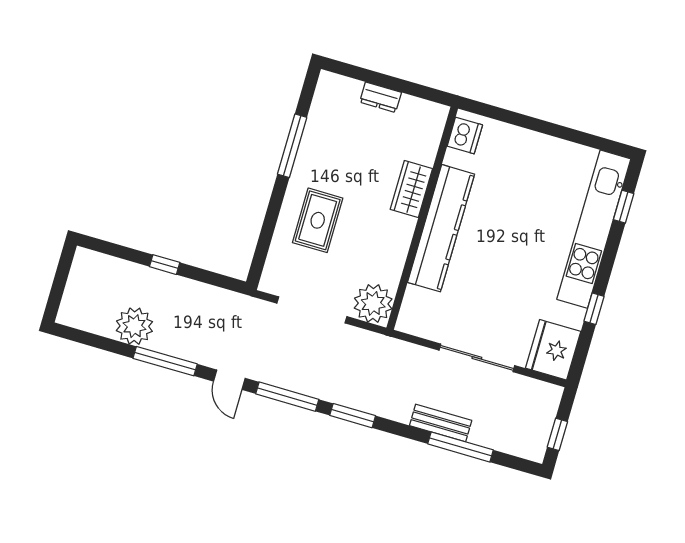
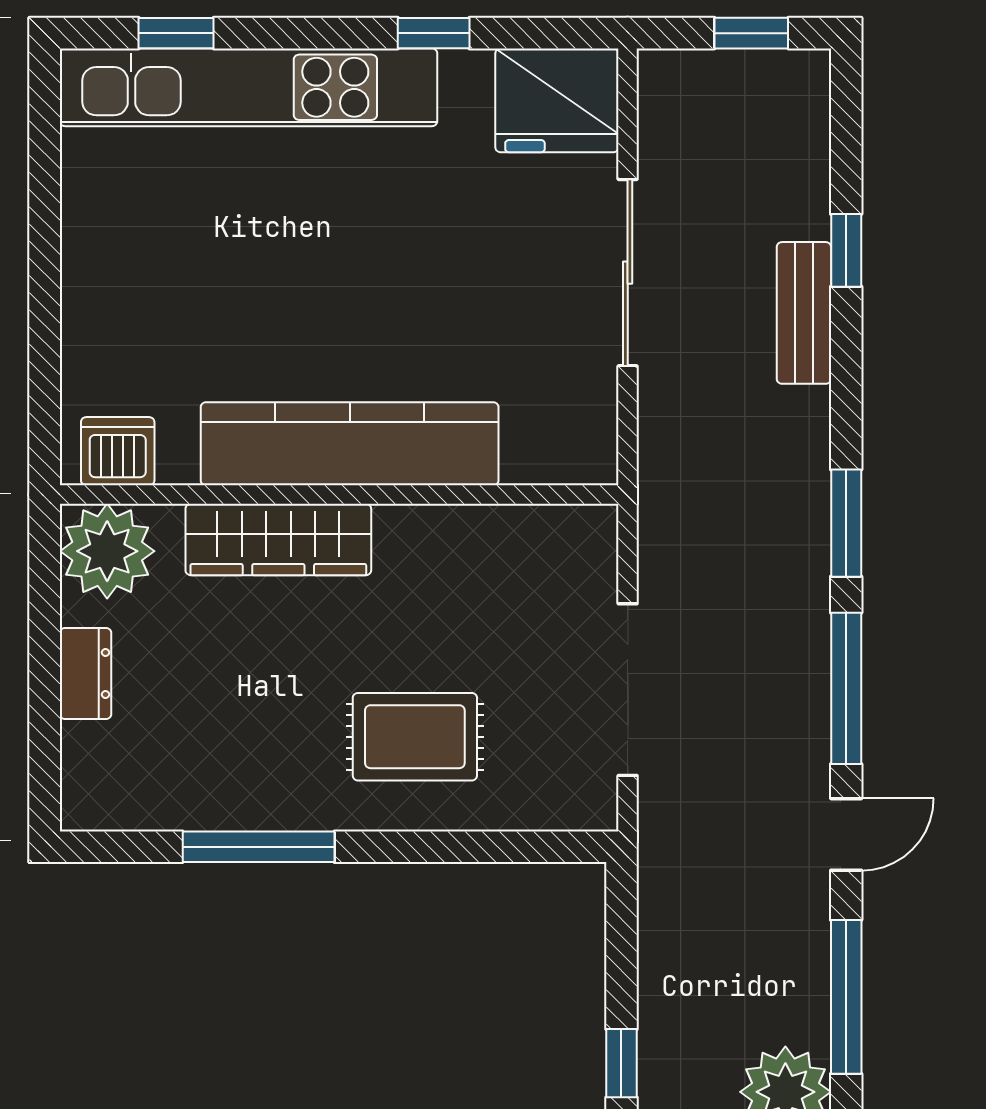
wardrobe: (411, 189) -> (278, 540), width x1.50
plant: (373, 303) -> (107, 551), moved
window: (461, 447) -> (846, 250), width x0.46

